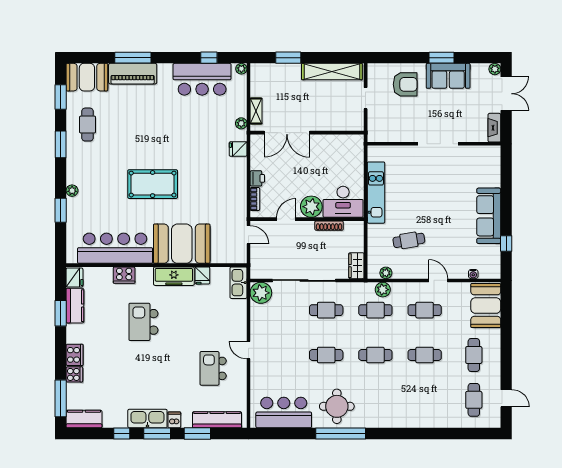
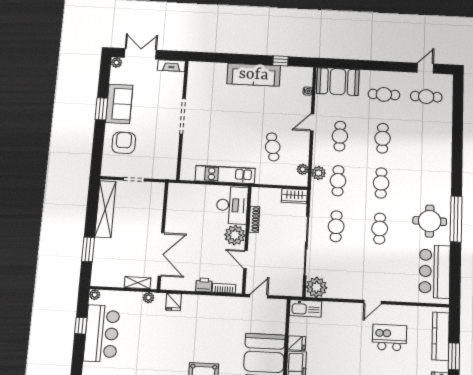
kitchen island: (213, 368) -> (389, 337), turned 180

